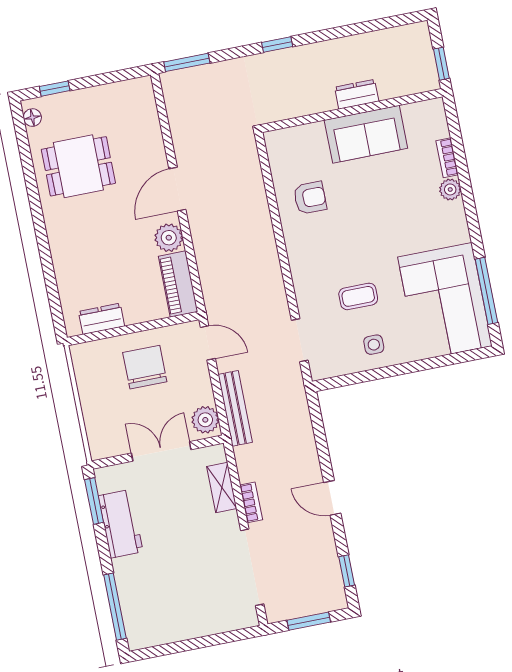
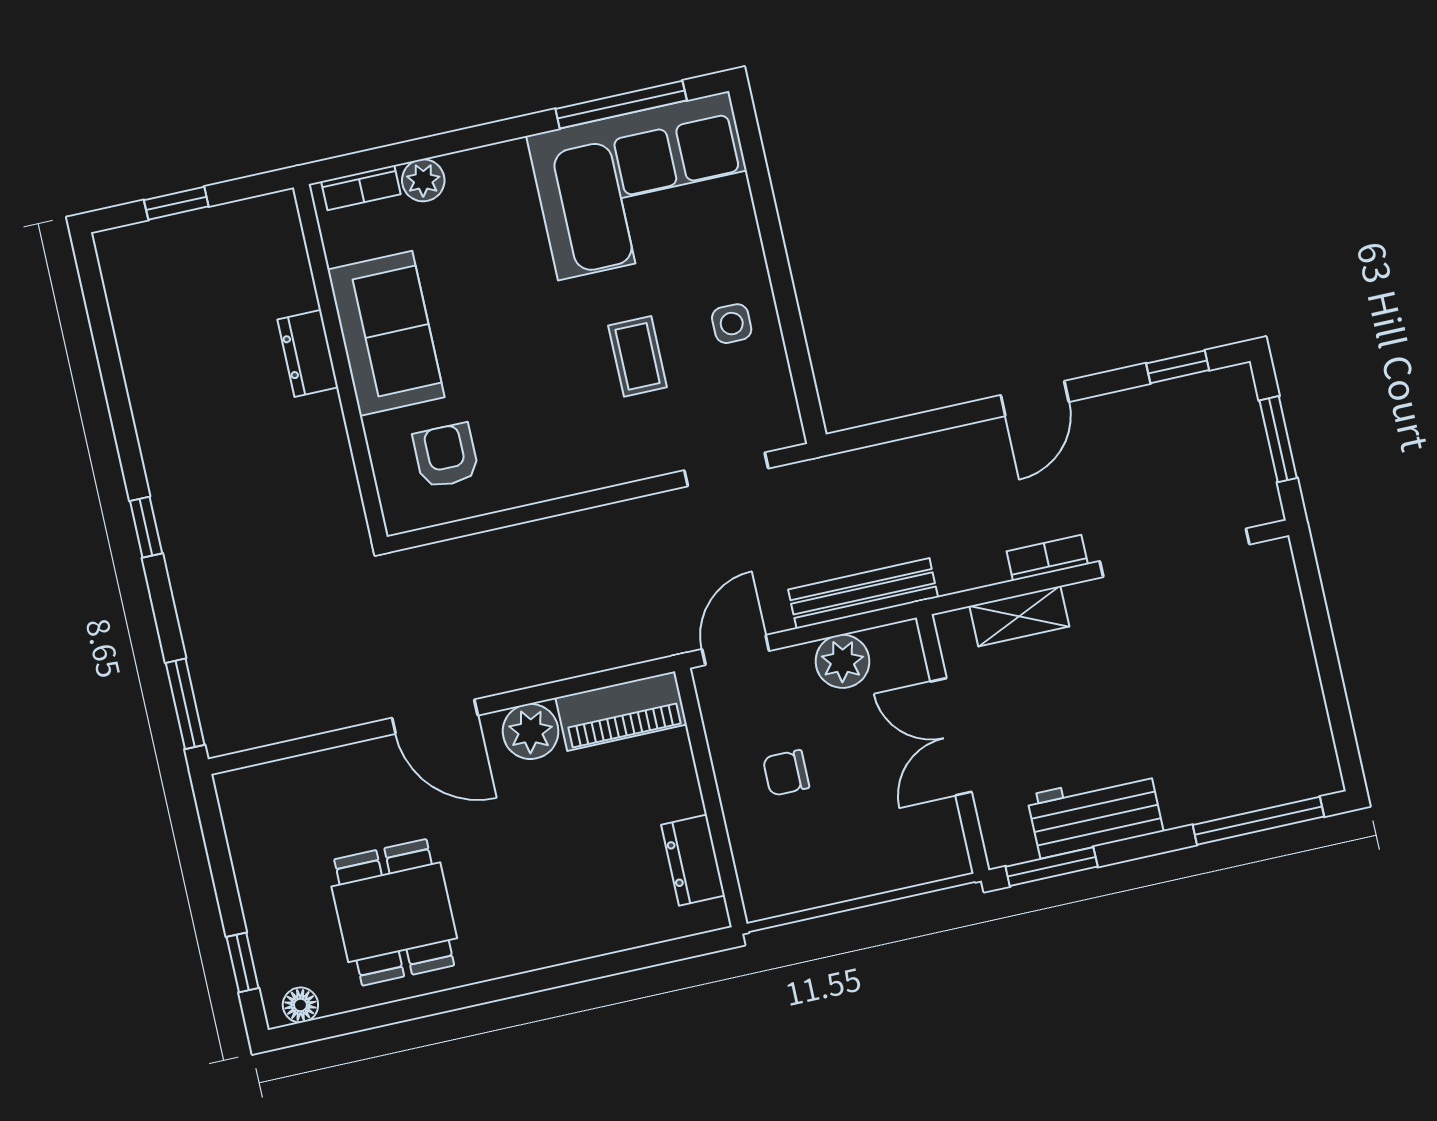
dresser: (357, 94) -> (308, 353), moved
wall: (352, 111) -> (340, 362), moved
sofa: (366, 134) -> (386, 333), moved
chair: (145, 367) -> (786, 773), width x0.54, depth x0.54
plant: (205, 420) -> (842, 661), moved

